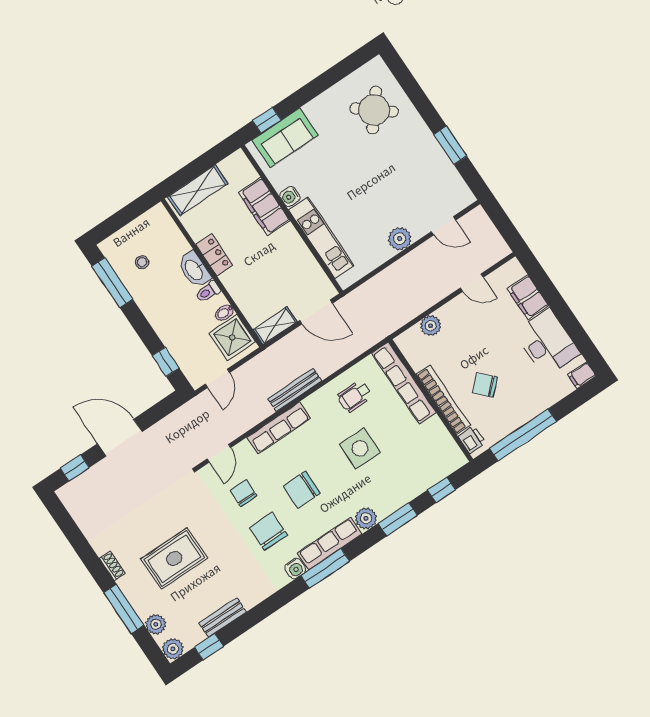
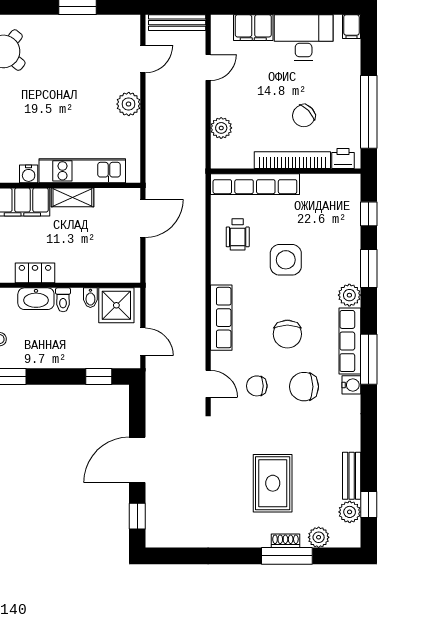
shelving: (275, 326) -> (72, 197), moved, turned 90
bench: (295, 390) -> (177, 23), moved, turned 90
shoe rack: (112, 566) -> (285, 541), moved
plant: (173, 649) -> (350, 512), moved

